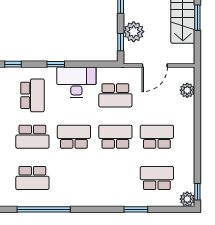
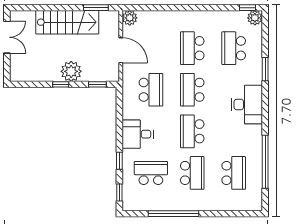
window: (197, 18) -> (96, 8), moved
plant: (134, 32) -> (71, 71), moved
window: (56, 64) -> (119, 161), moved
desk: (76, 82) -> (138, 134), width x0.73
plant: (187, 90) -> (130, 18), moved
desk: (101, 191) -> (247, 105), added

